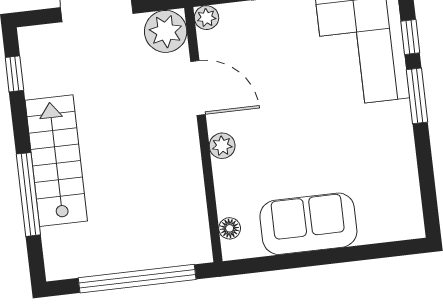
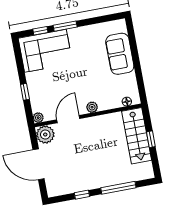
window: (14, 74) -> (82, 195), moved
stairs: (56, 161) -> (137, 136), moved, turned -90
sofa: (308, 224) -> (120, 54), moved
window: (137, 279) -> (151, 139), width x0.32

